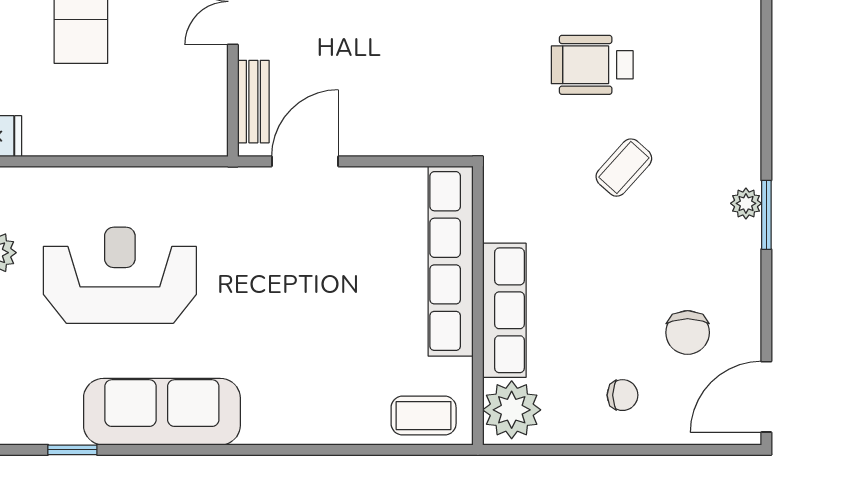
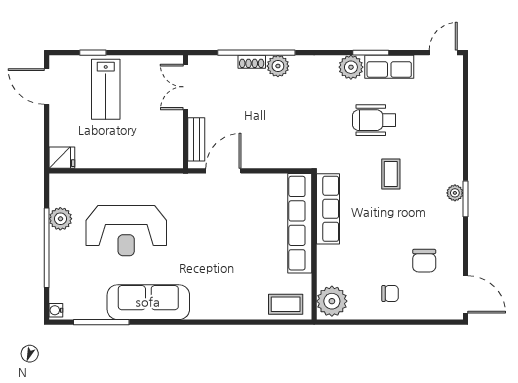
coffee table: (624, 168) -> (391, 174), turned -42
reception desk: (120, 275) -> (126, 231), turned 180
row of seats: (504, 310) -> (328, 209), moved
door: (766, 397) -> (466, 294), swing flipped
window: (72, 450) -> (101, 322), width x2.17

